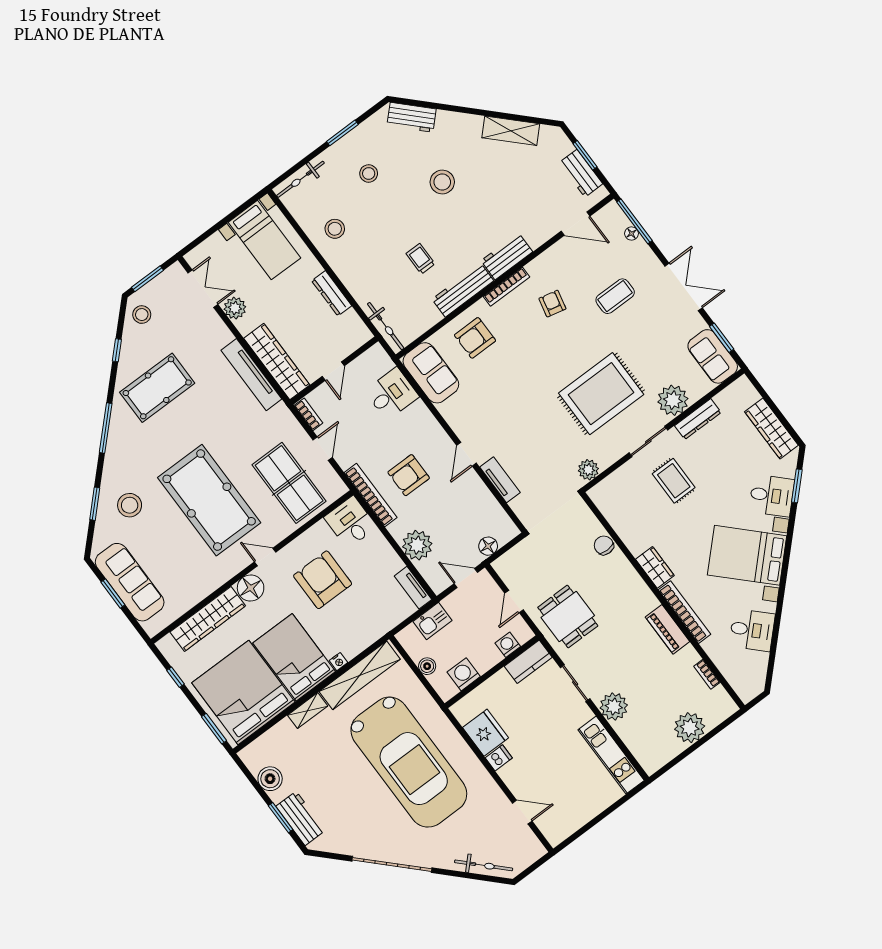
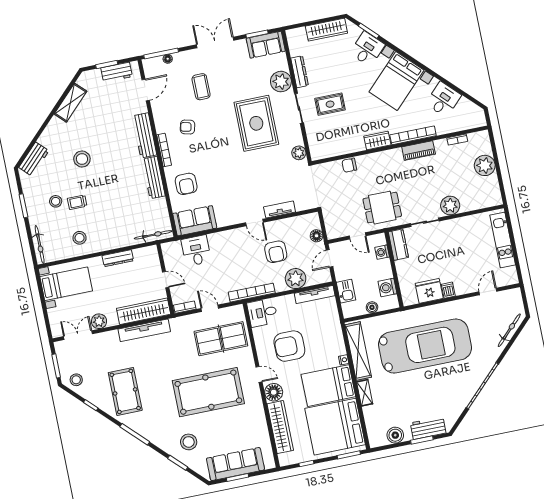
workbench: (507, 256) -> (144, 135), width x1.38
trolley: (421, 259) -> (77, 202), moved
armchair: (409, 475) -> (276, 252), moved
door: (265, 557) -> (259, 374), swing flipped
tv unit: (413, 588) -> (315, 294), width x1.41
kitchen unit: (611, 755) -> (503, 240), moved, turned 90

